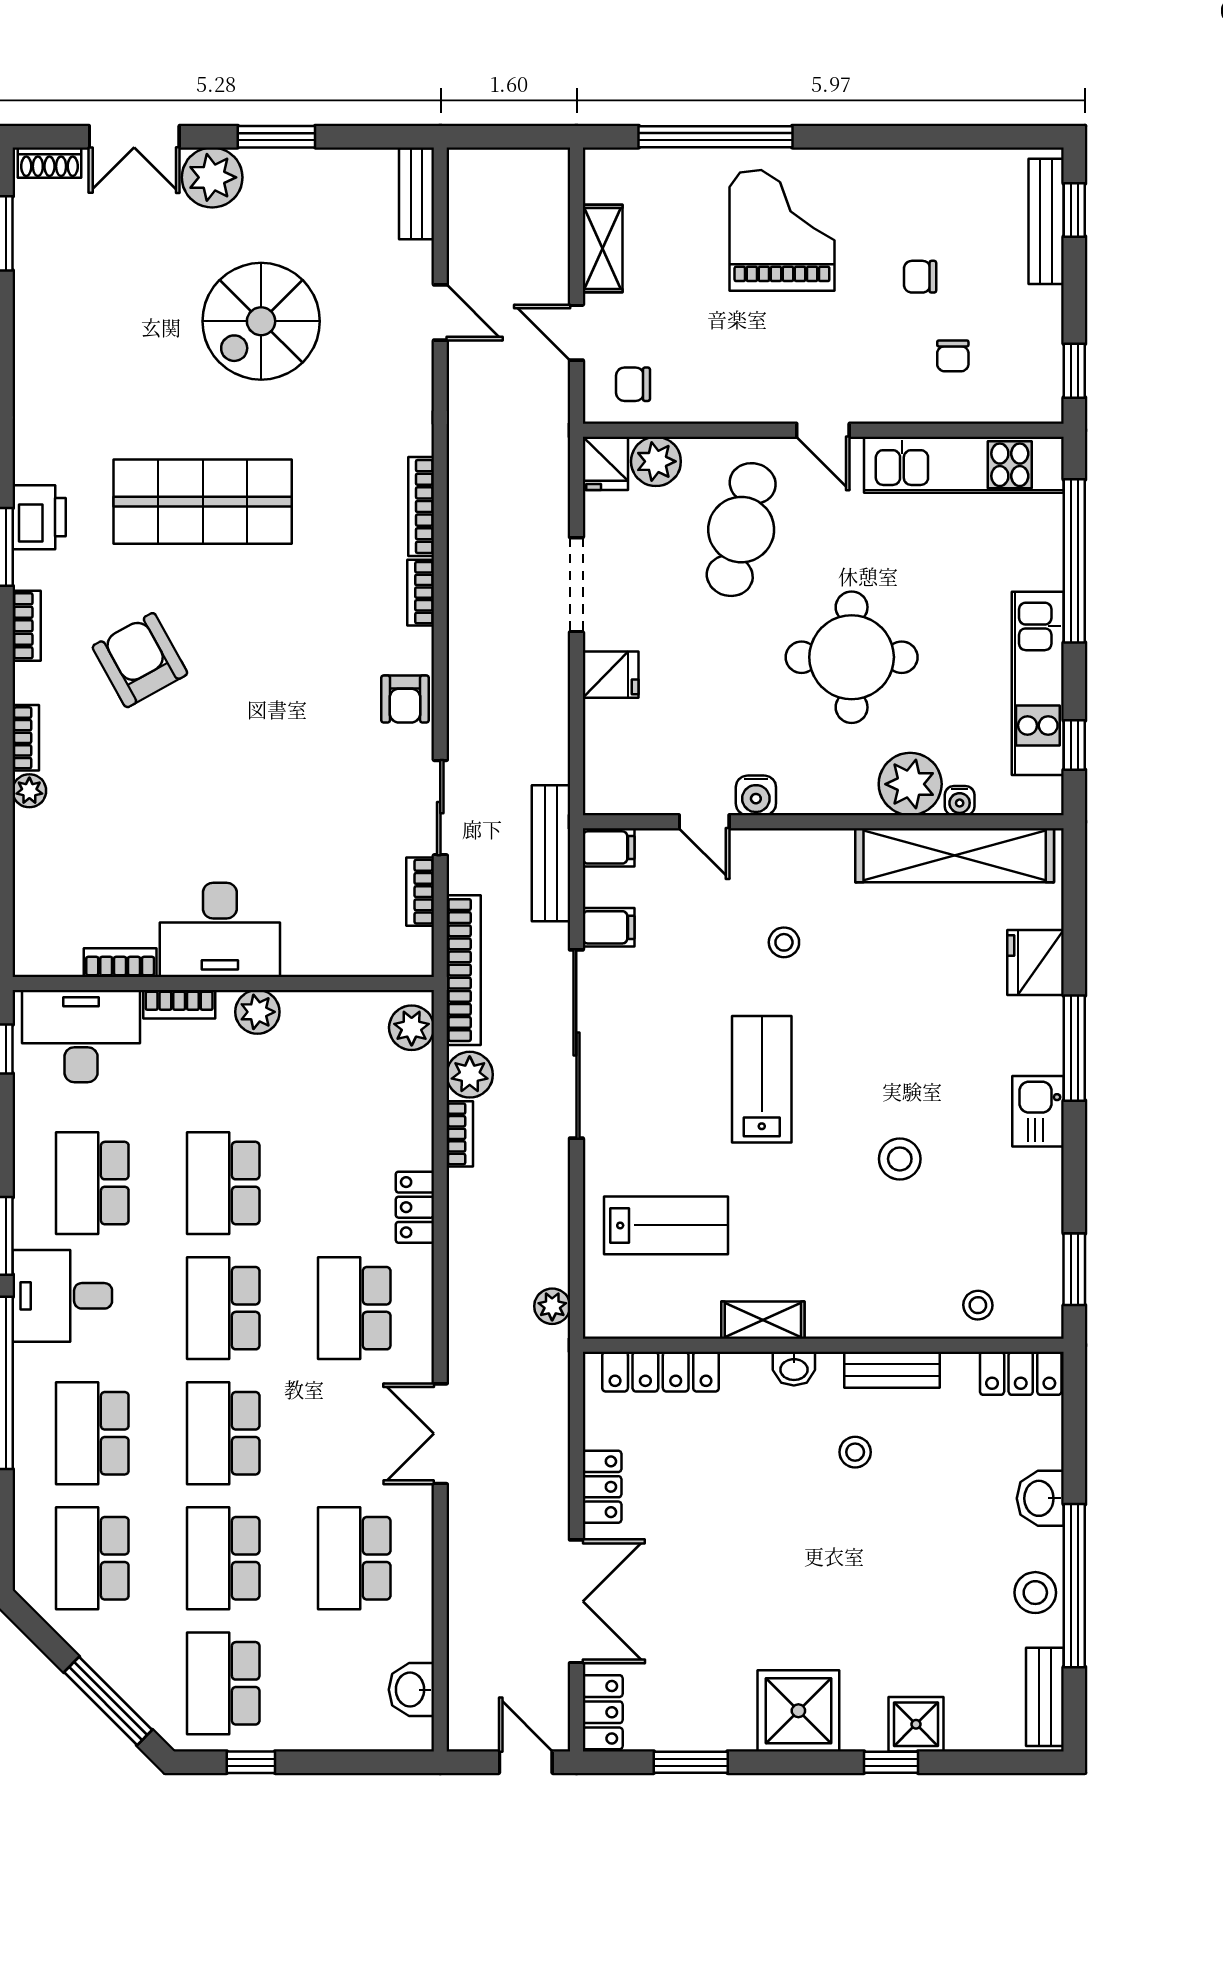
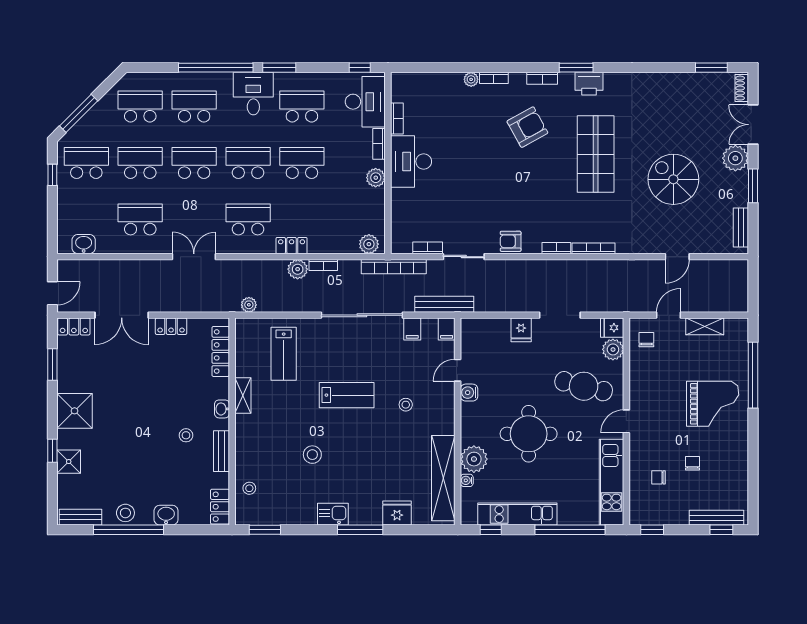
bench: (416, 194) -> (741, 227), moved, turned 90
plant: (470, 1075) -> (298, 269), moved

